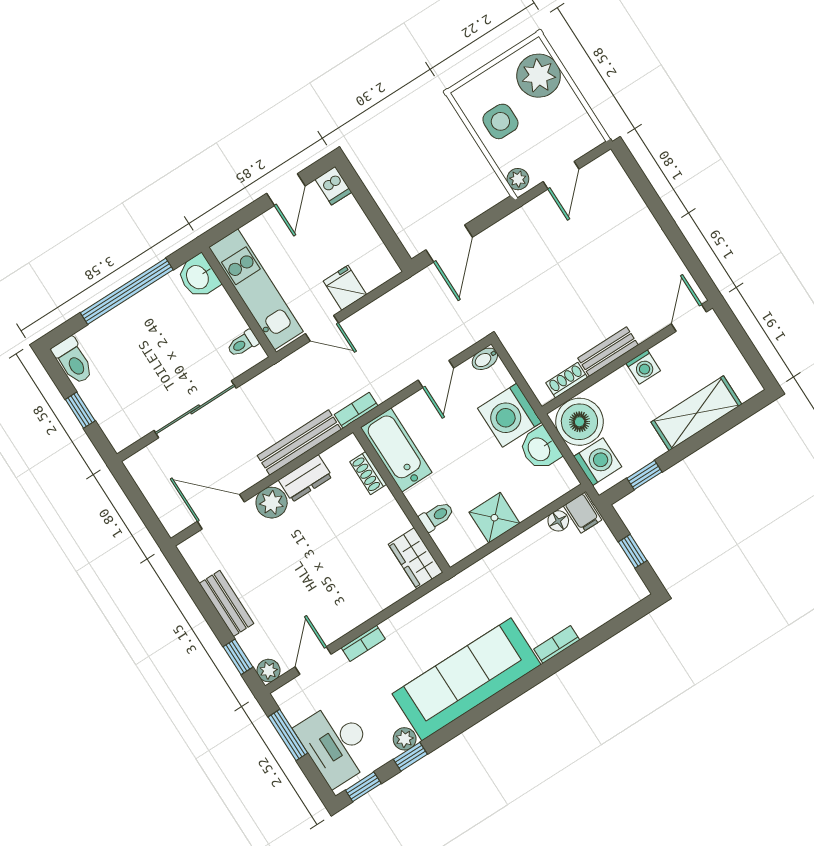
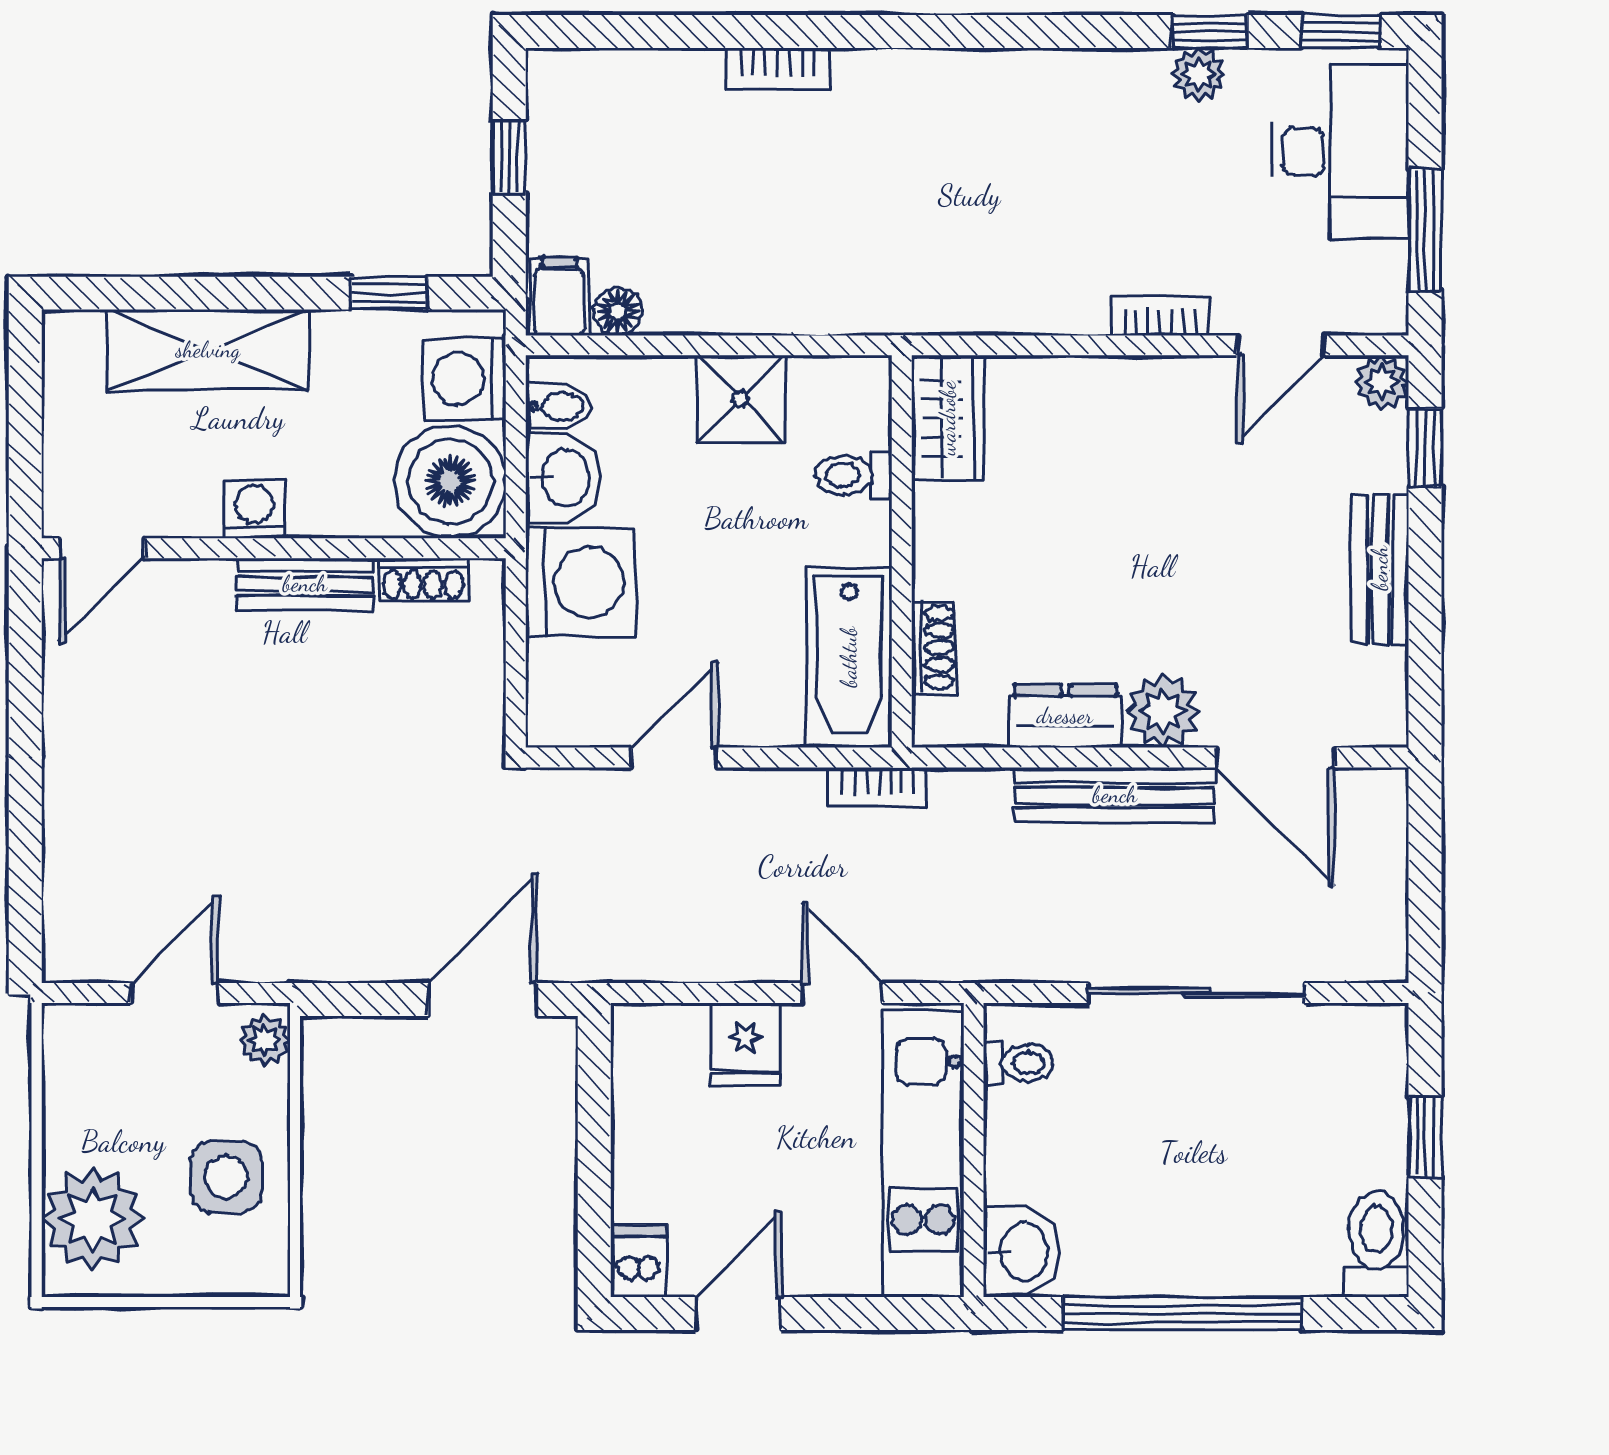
bidet: (485, 359) -> (558, 406), moved
bench: (299, 443) -> (1115, 795), moved
sofa: (467, 679) -> (1001, 114), removed

